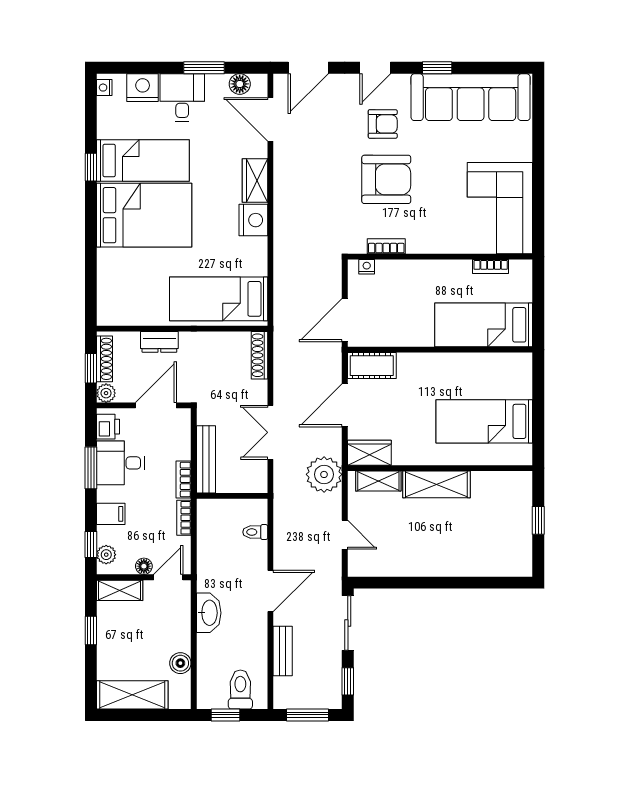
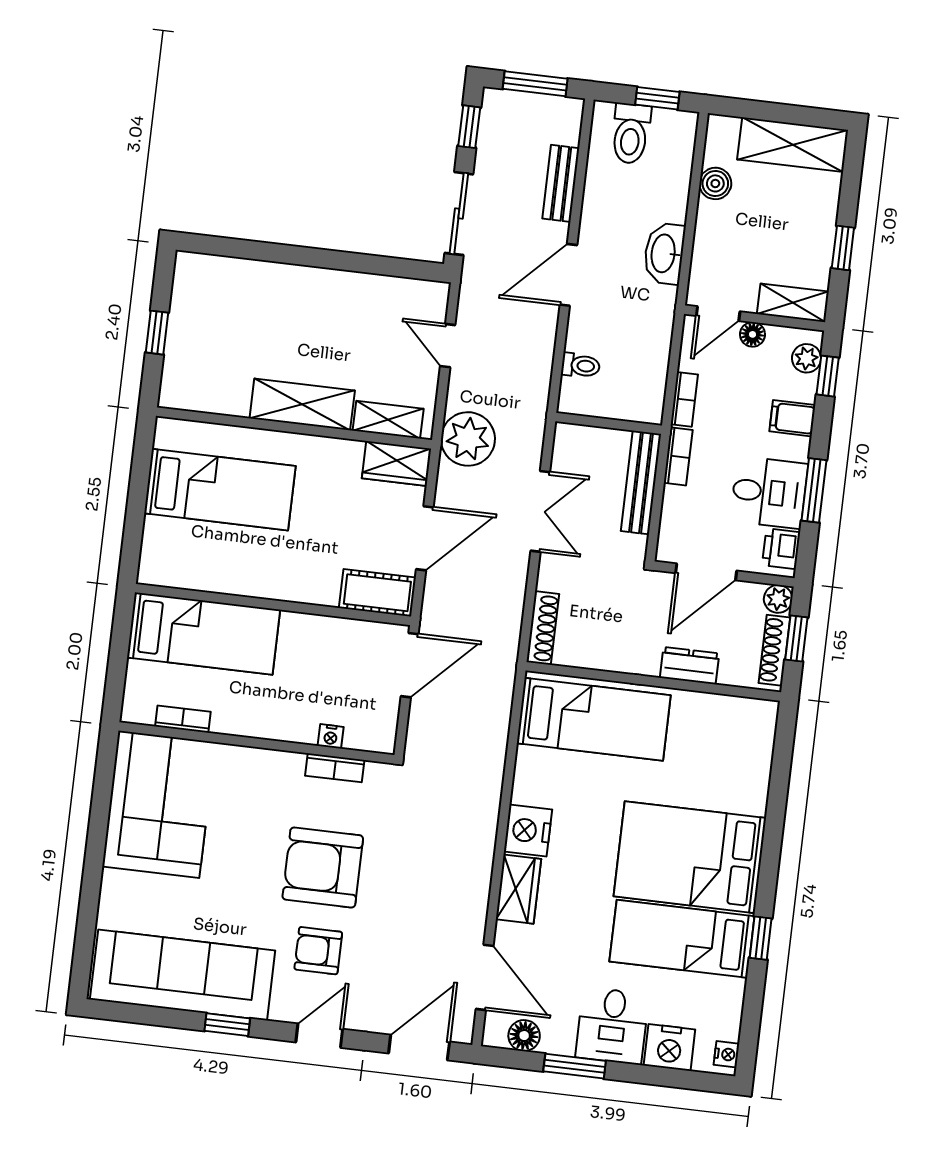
nightstand: (367, 267) -> (331, 736), moved

